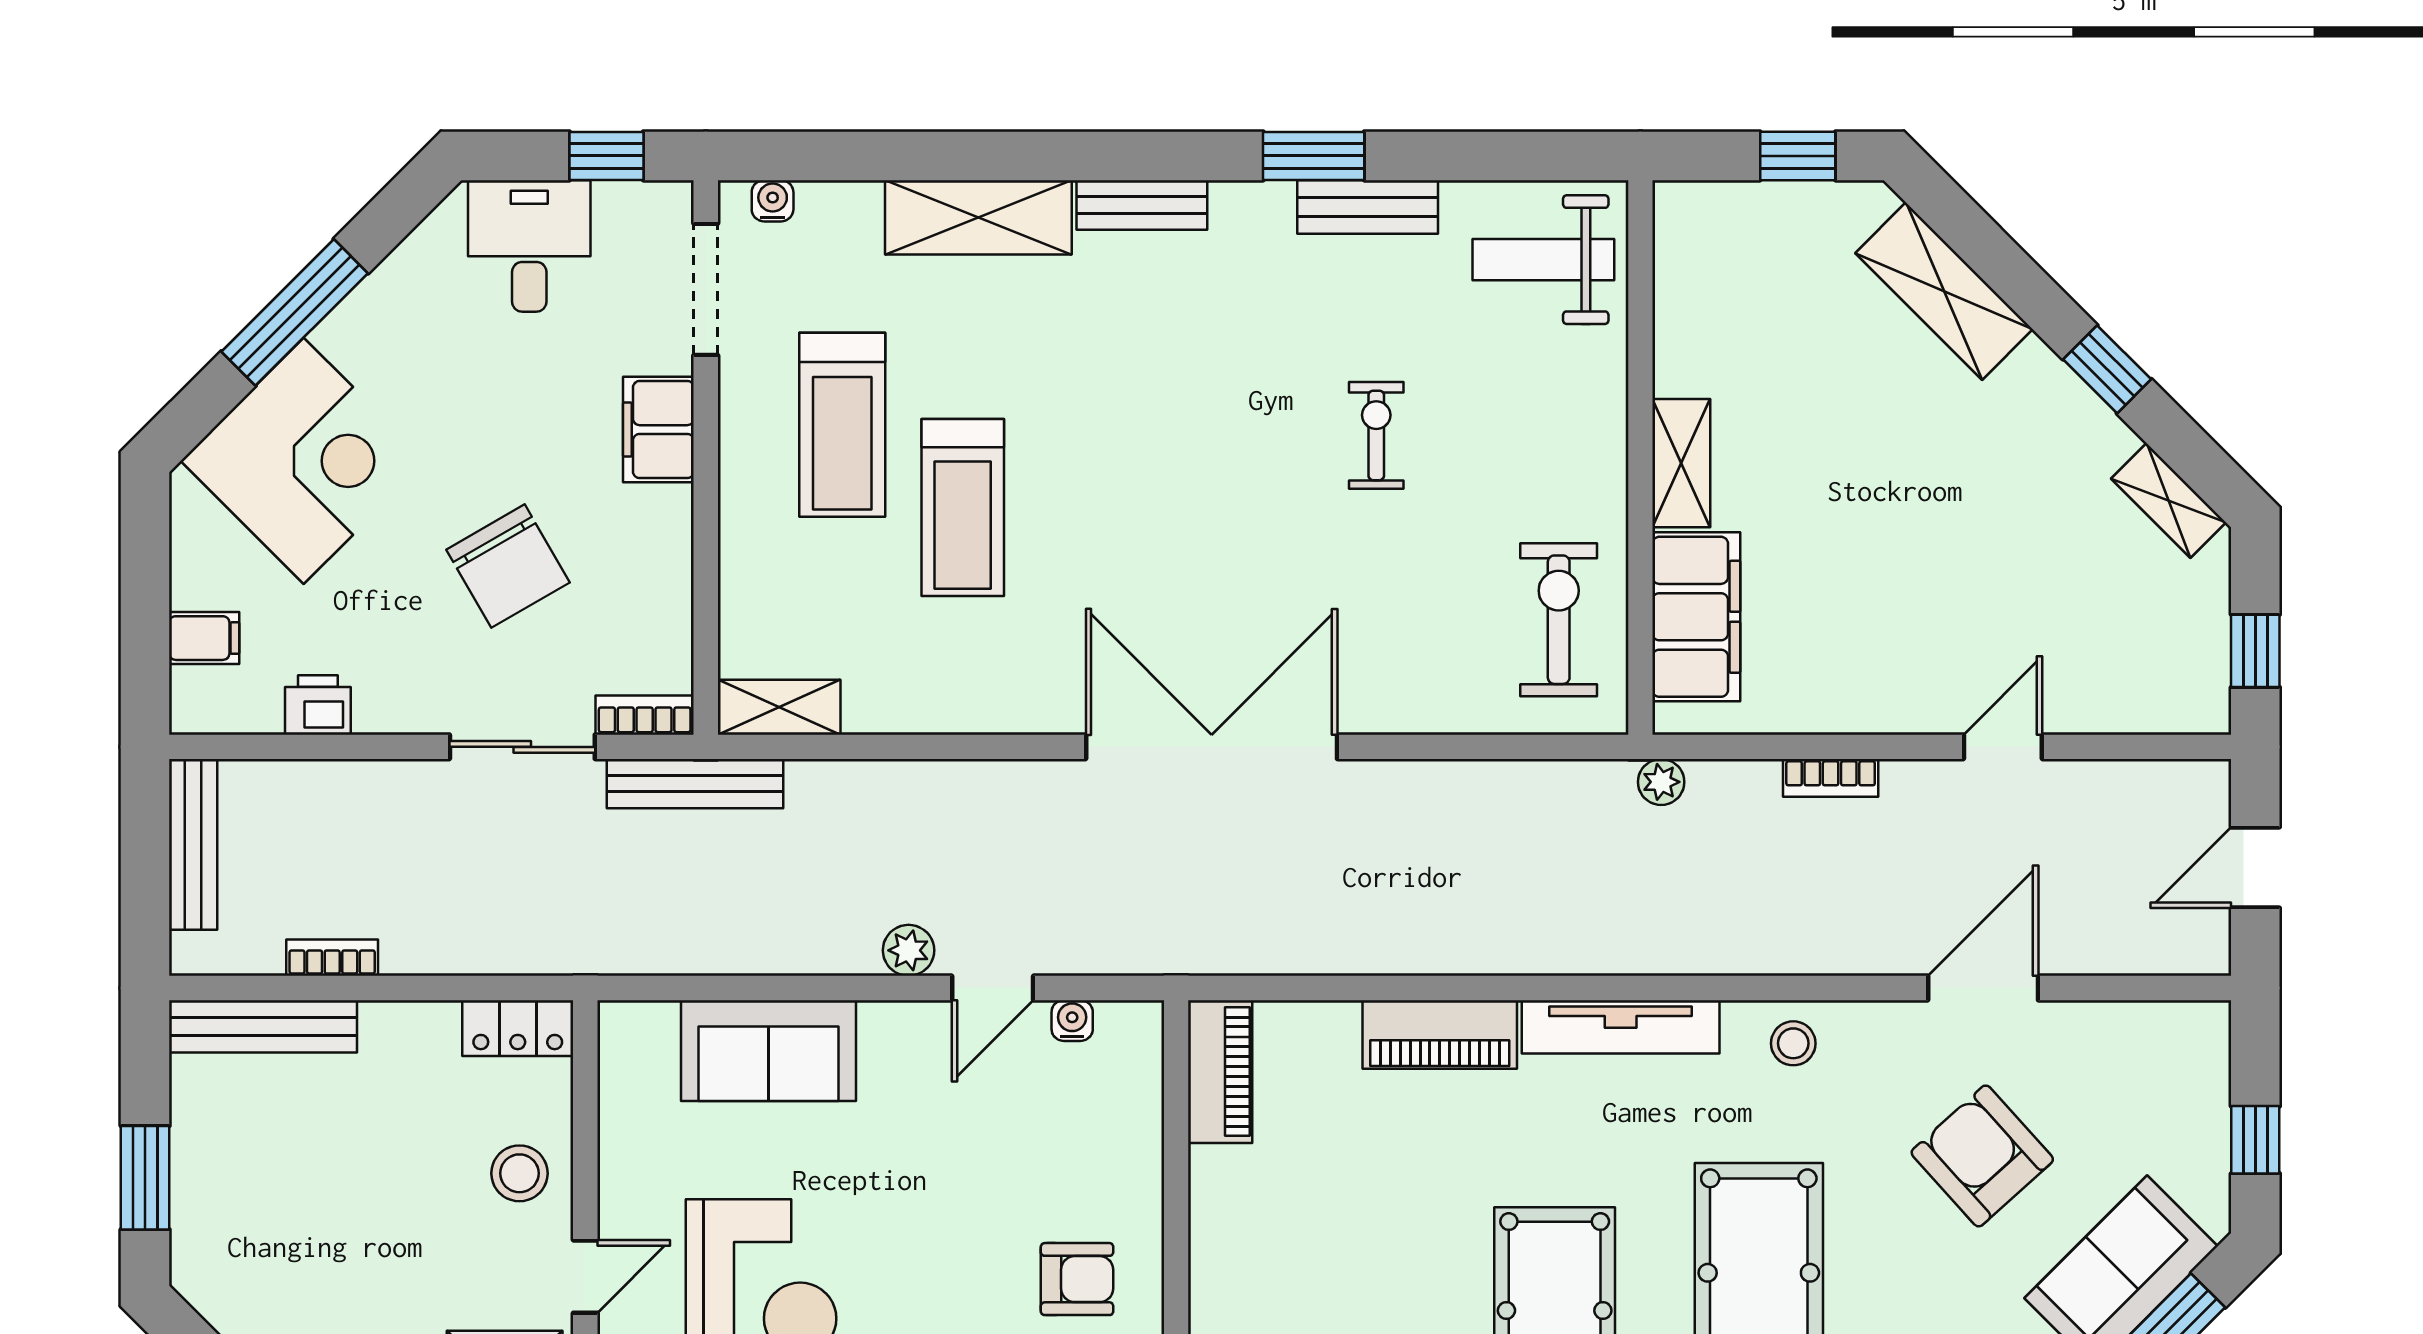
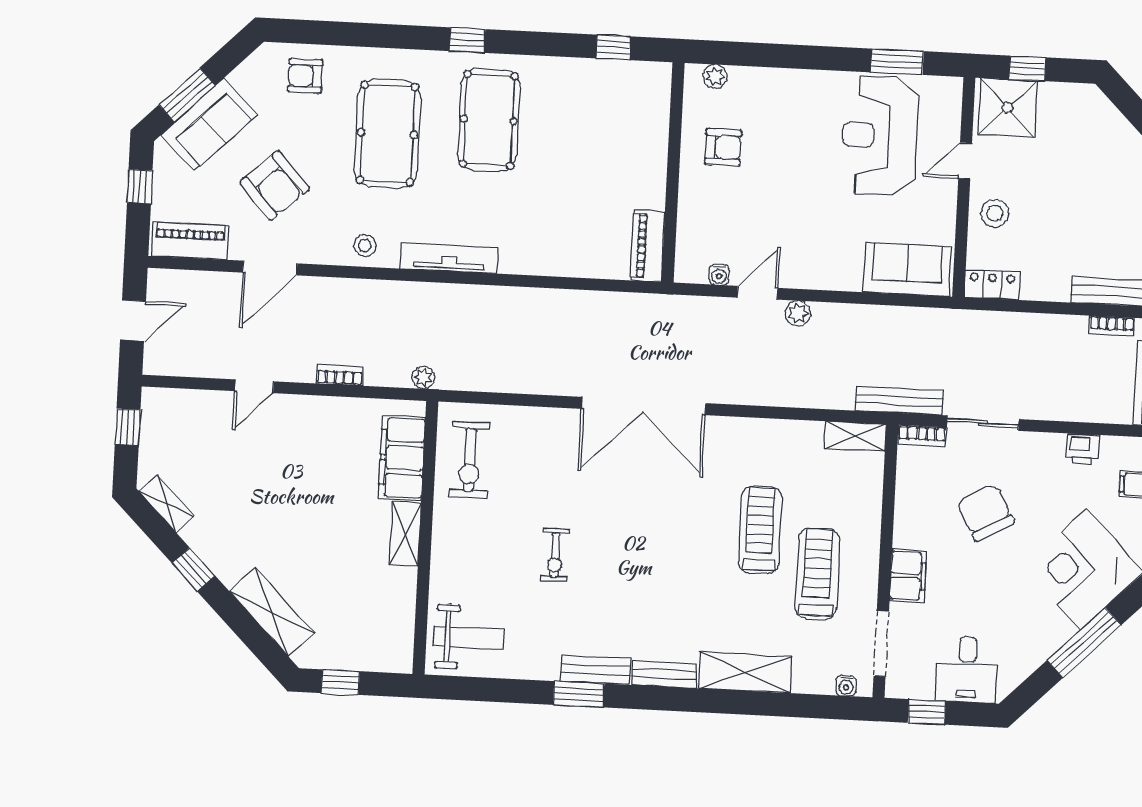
bench: (1368, 207) -> (595, 670), moved
bookcase: (332, 958) -> (1112, 326), moved
piano: (1440, 1035) -> (190, 241), moved
sofa: (768, 1051) -> (907, 269), moved
armchair: (1077, 1279) -> (723, 147), turned 180

